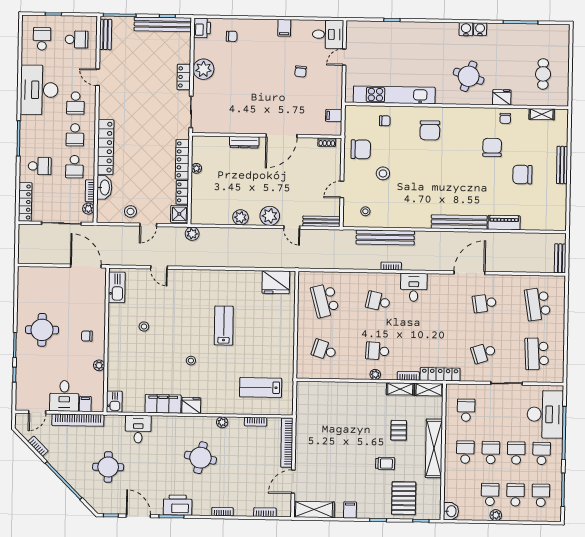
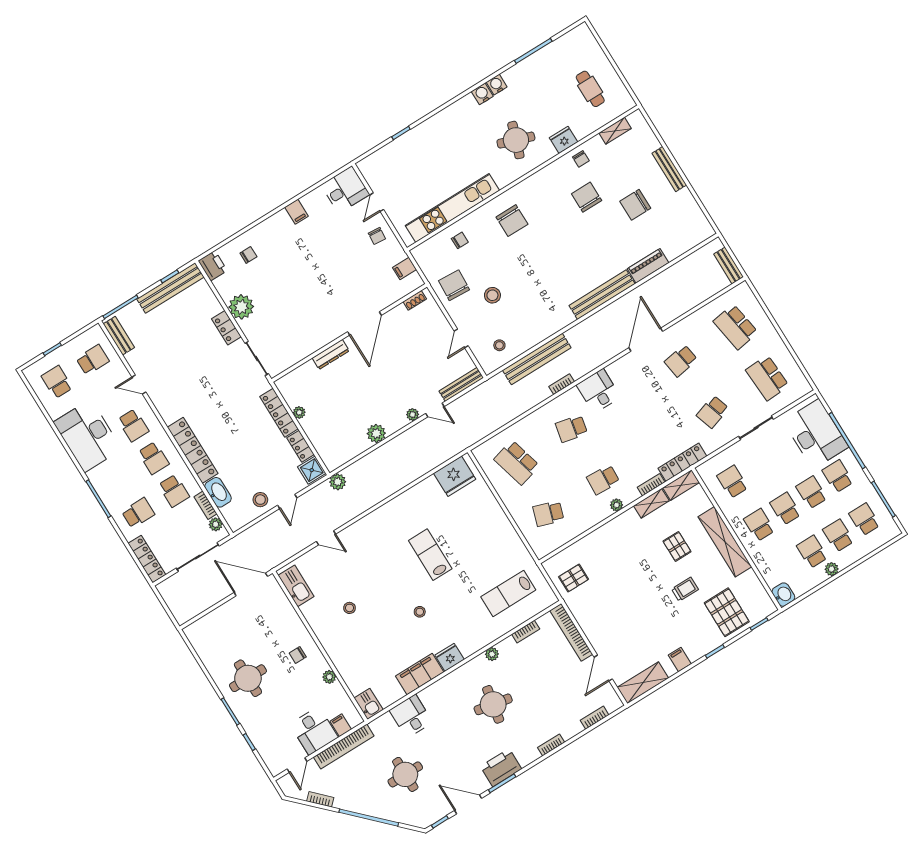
chair: (301, 71) -> (377, 236), moved
chair: (361, 149) -> (454, 285), turned -87
plant: (270, 216) -> (413, 415), width x0.53, depth x0.53
pallet: (313, 406) -> (574, 578), added

